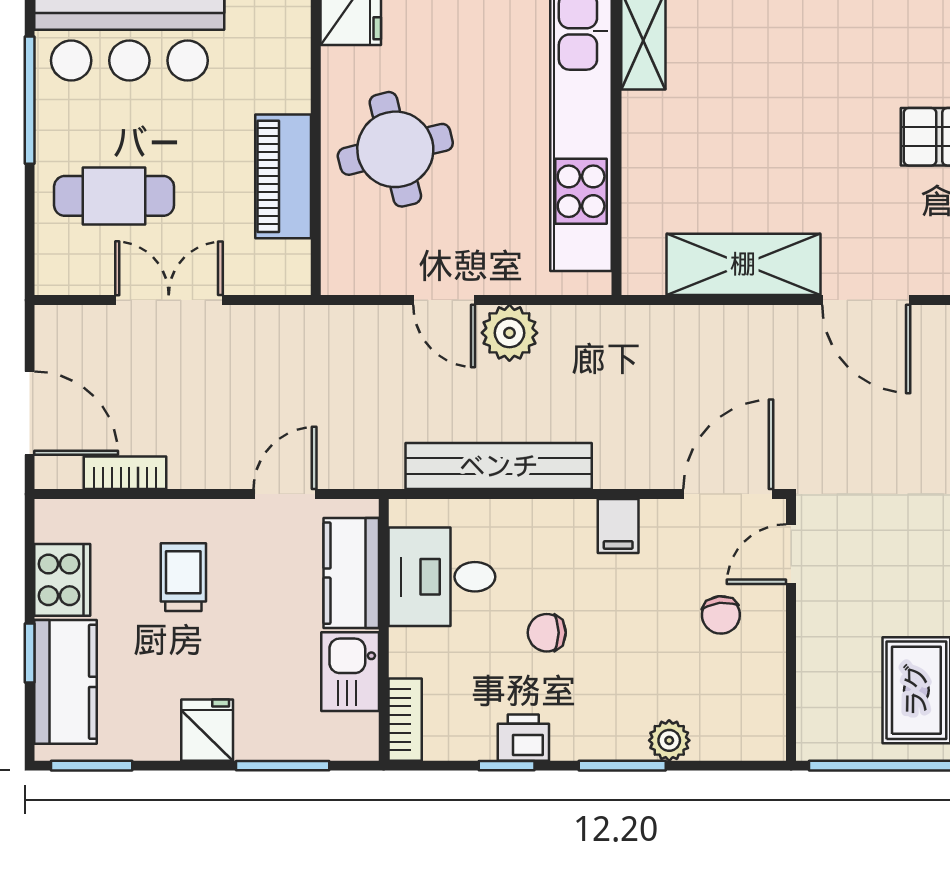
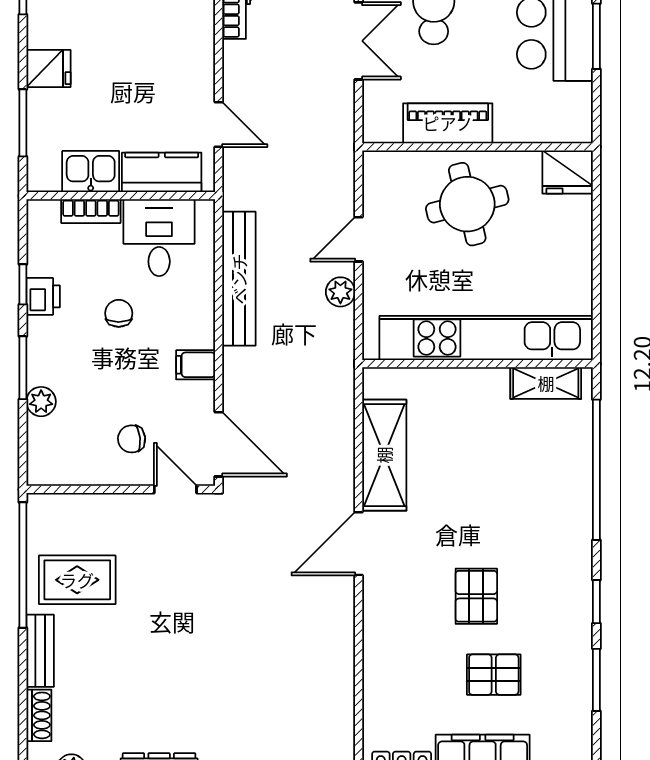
plant: (509, 333) -> (340, 292), width x0.73, depth x0.73
trolley: (183, 577) -> (159, 51), removed
bookcase: (405, 720) -> (91, 211), moved

